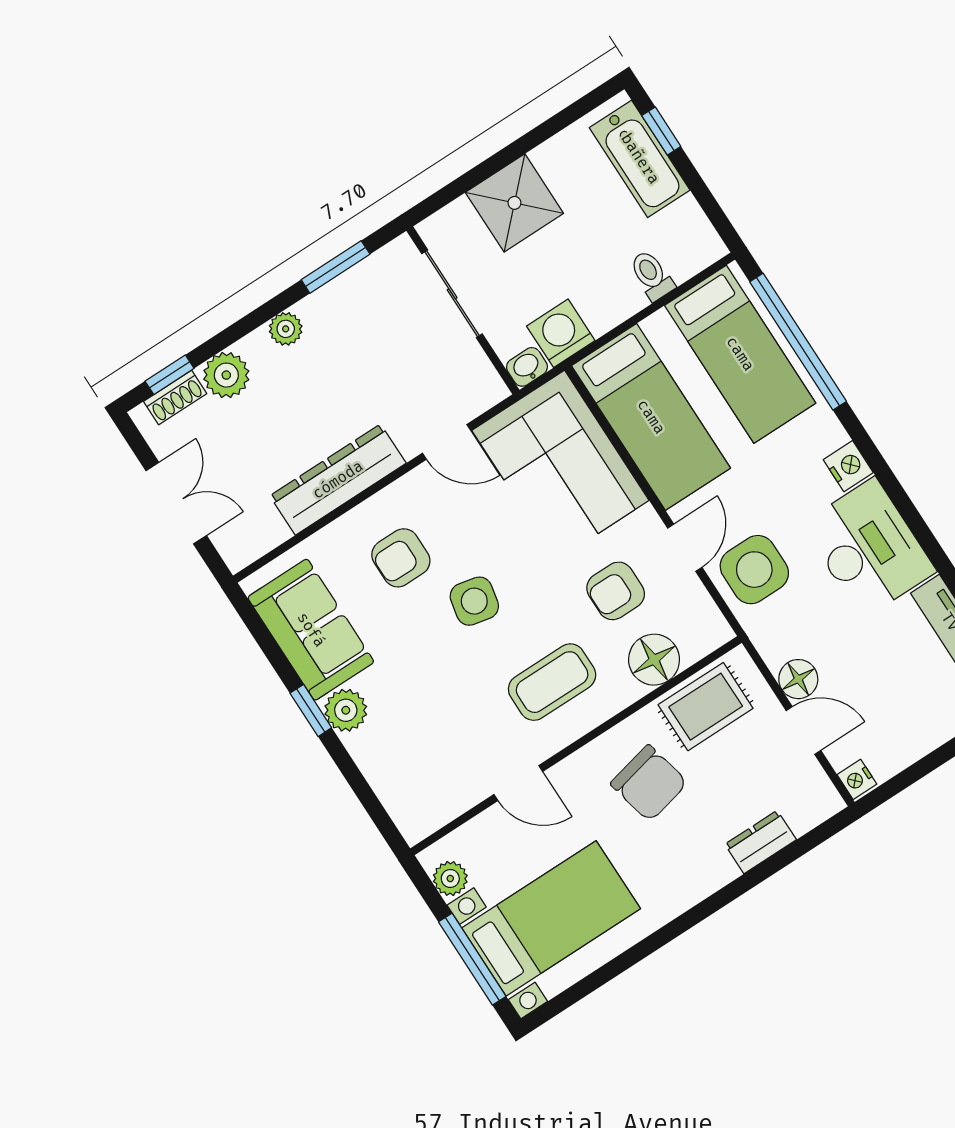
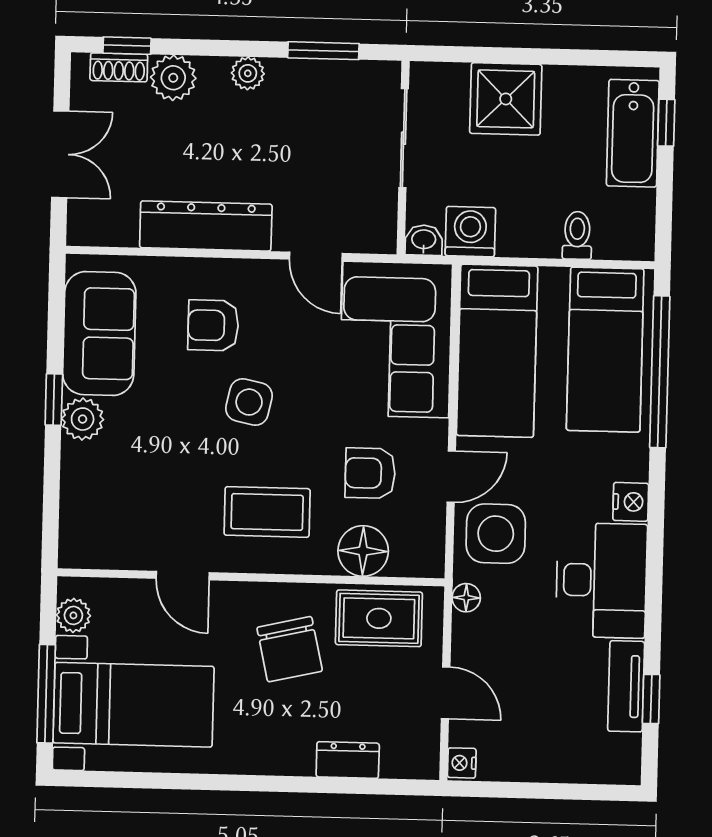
floor lamp: (798, 679) -> (466, 598), moved, width x0.73, depth x0.73

